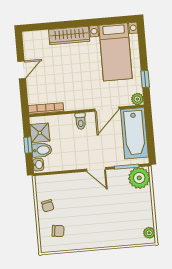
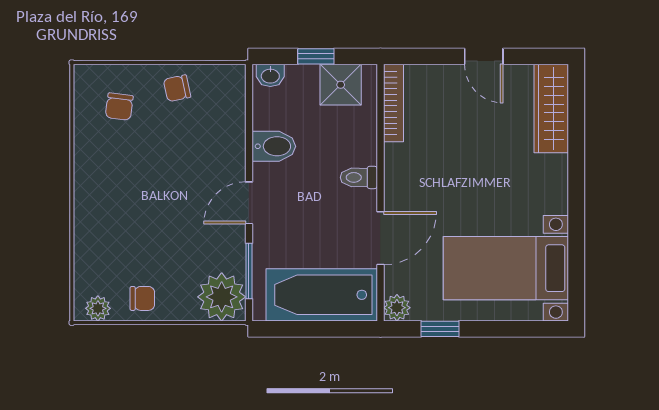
wardrobe: (69, 35) -> (551, 109), moved
door: (107, 109) -> (380, 238), swing flipped
bidet: (42, 150) -> (274, 146), moved, turned -90
chair: (143, 213) -> (142, 298), added

